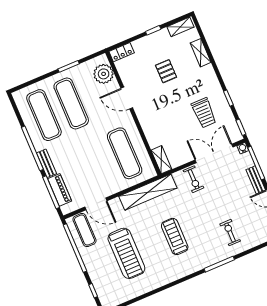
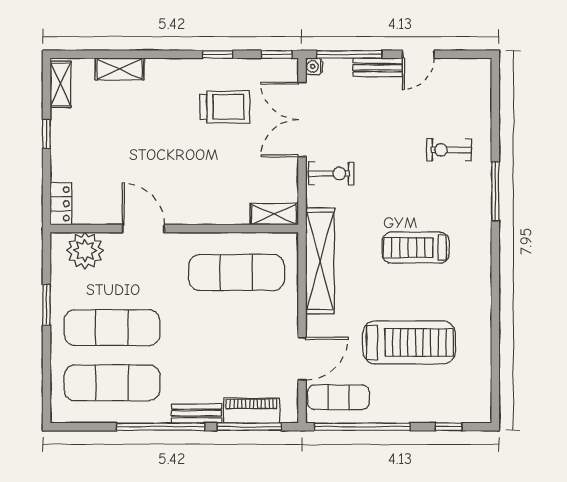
pallet: (166, 71) -> (126, 142), removed
door: (127, 98) -> (143, 229), swing flipped

